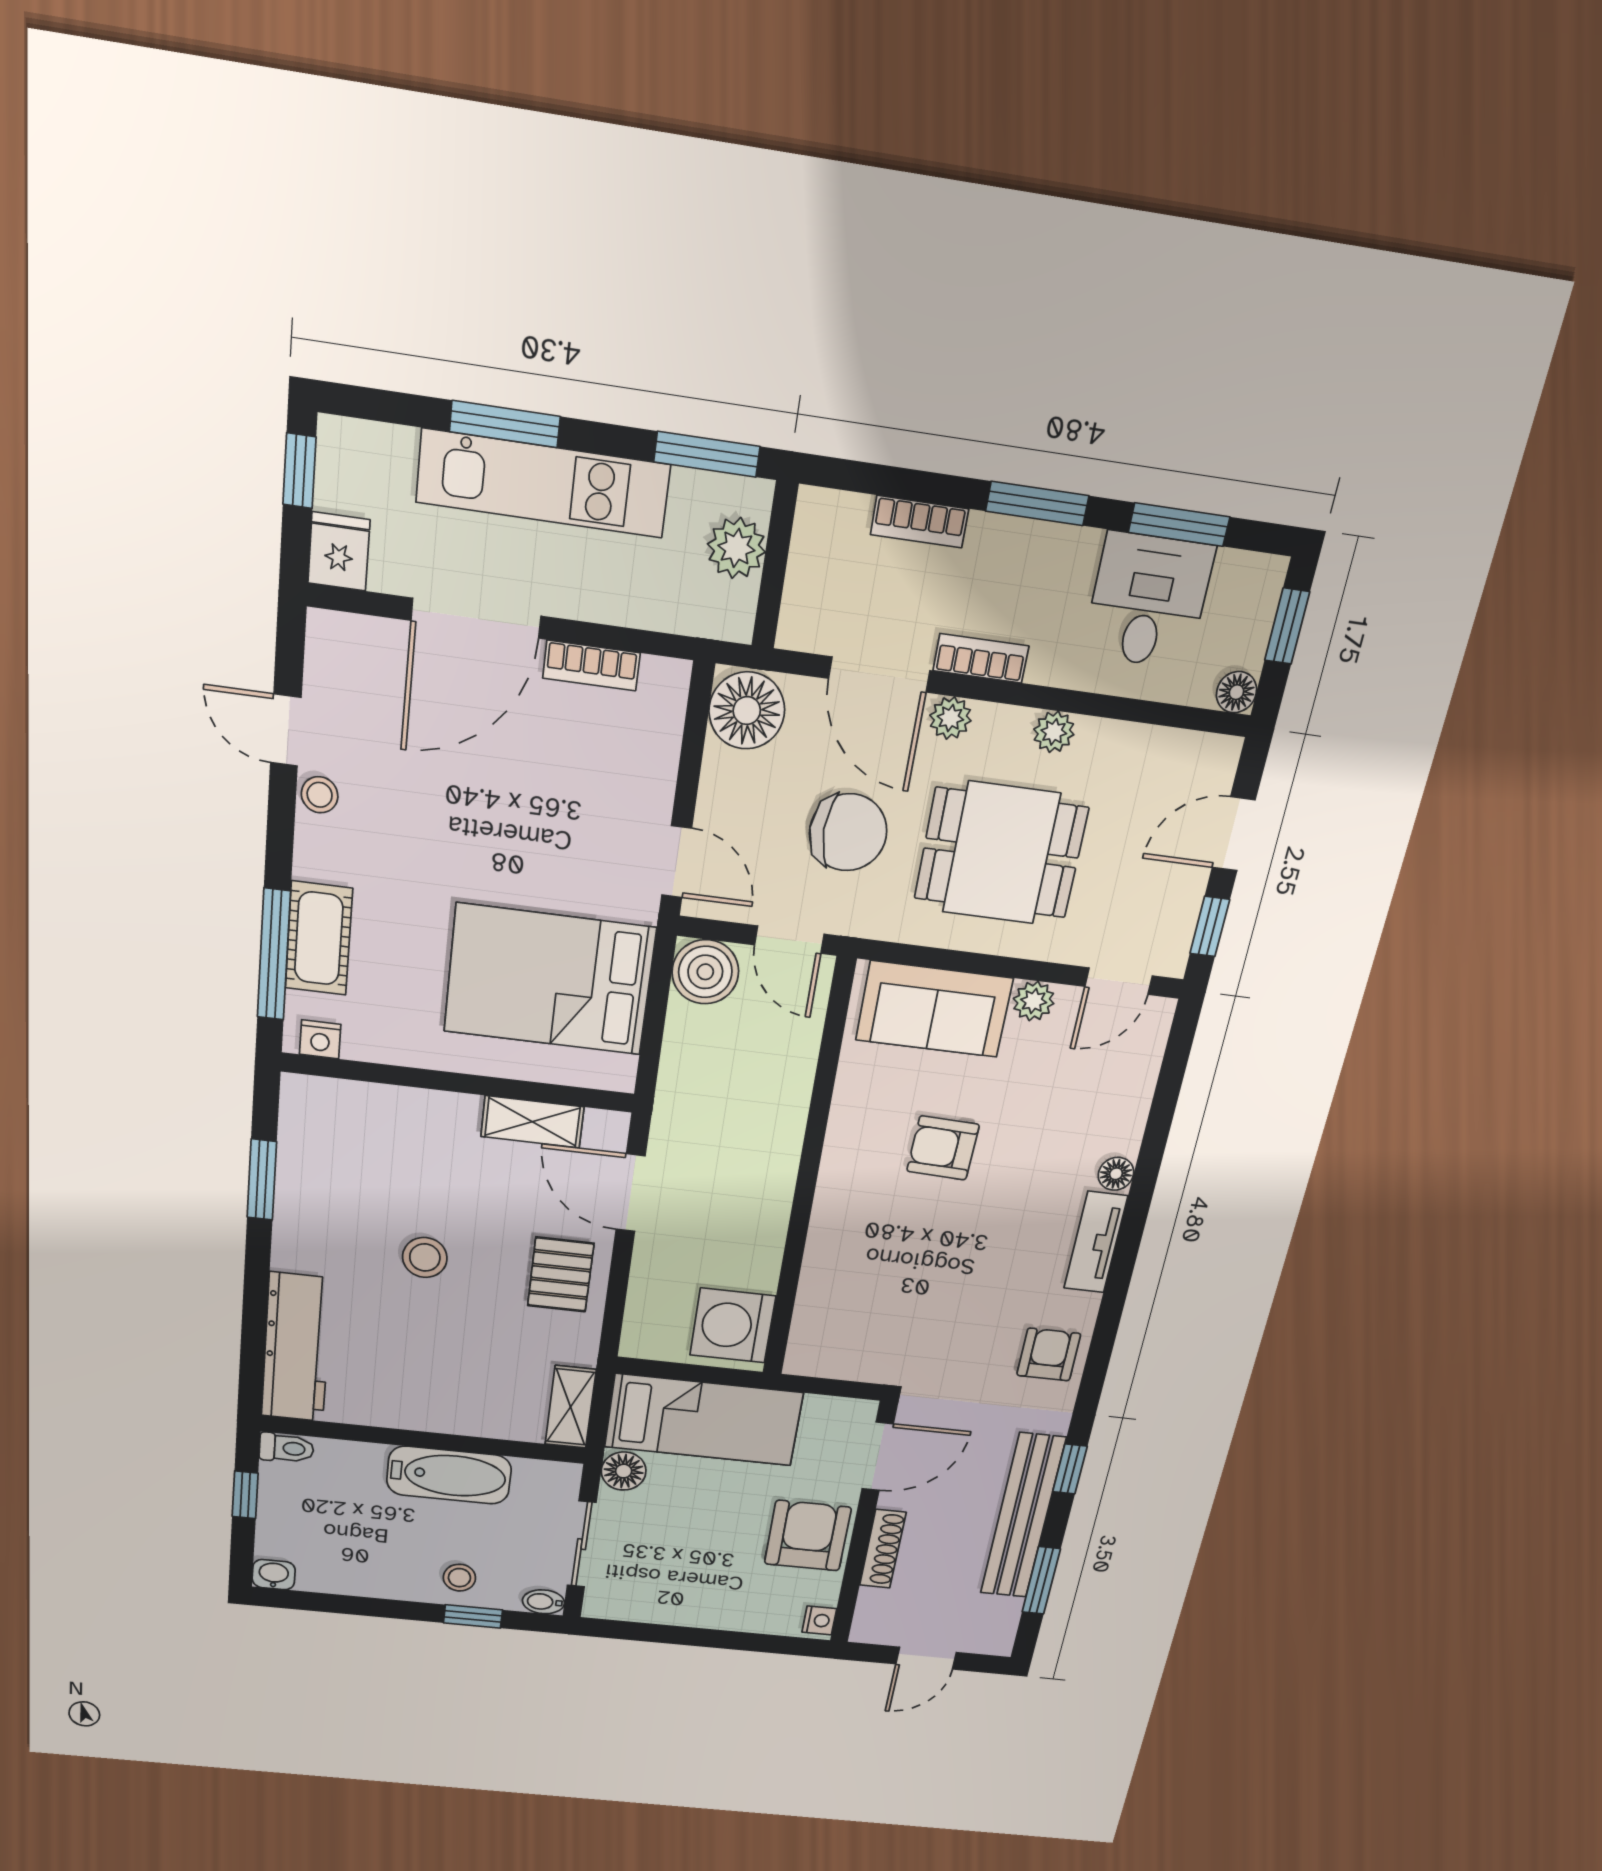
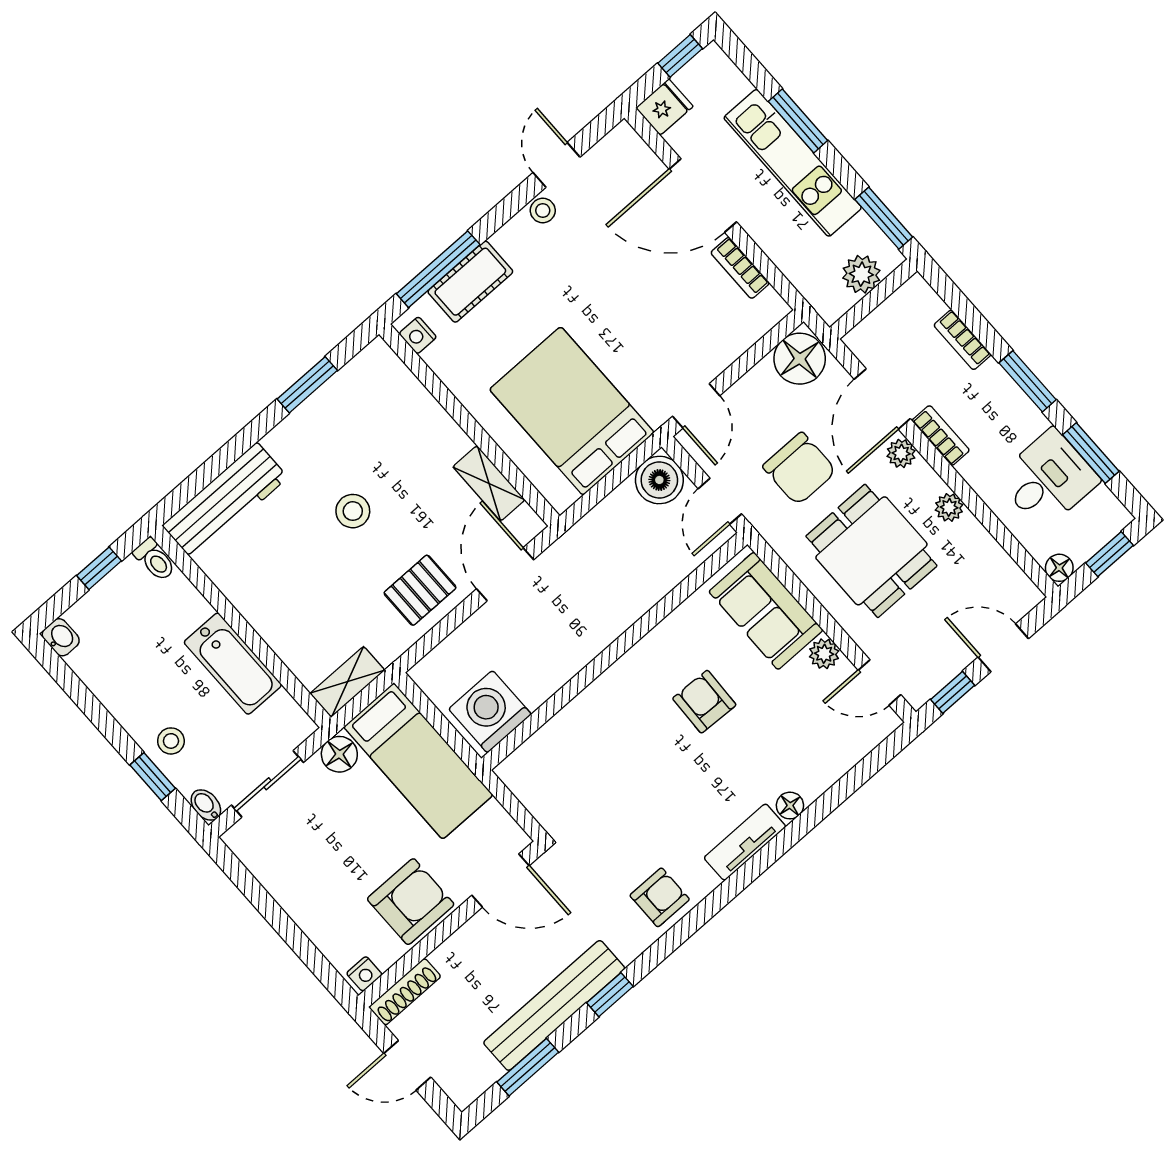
shoe rack: (883, 1549) -> (405, 992), moved

